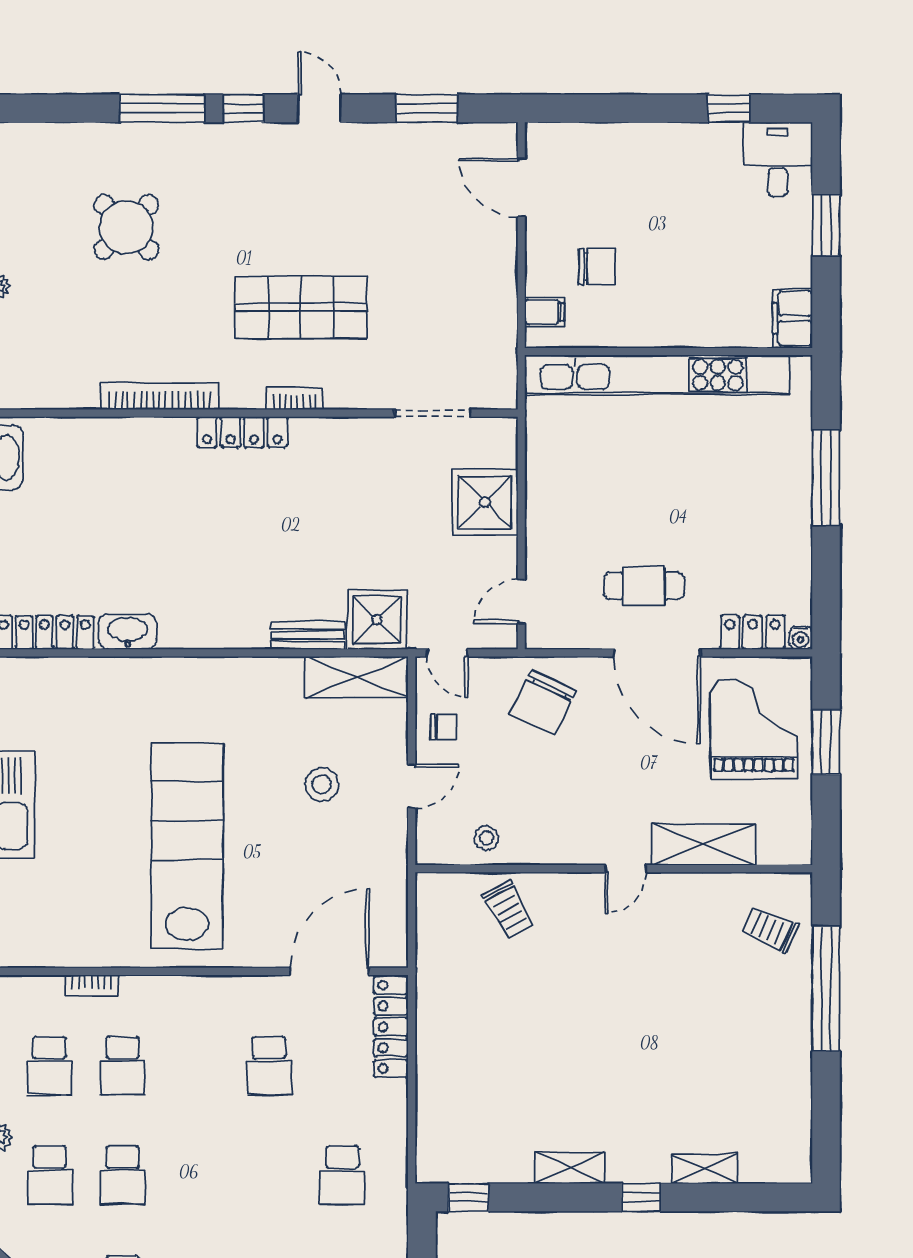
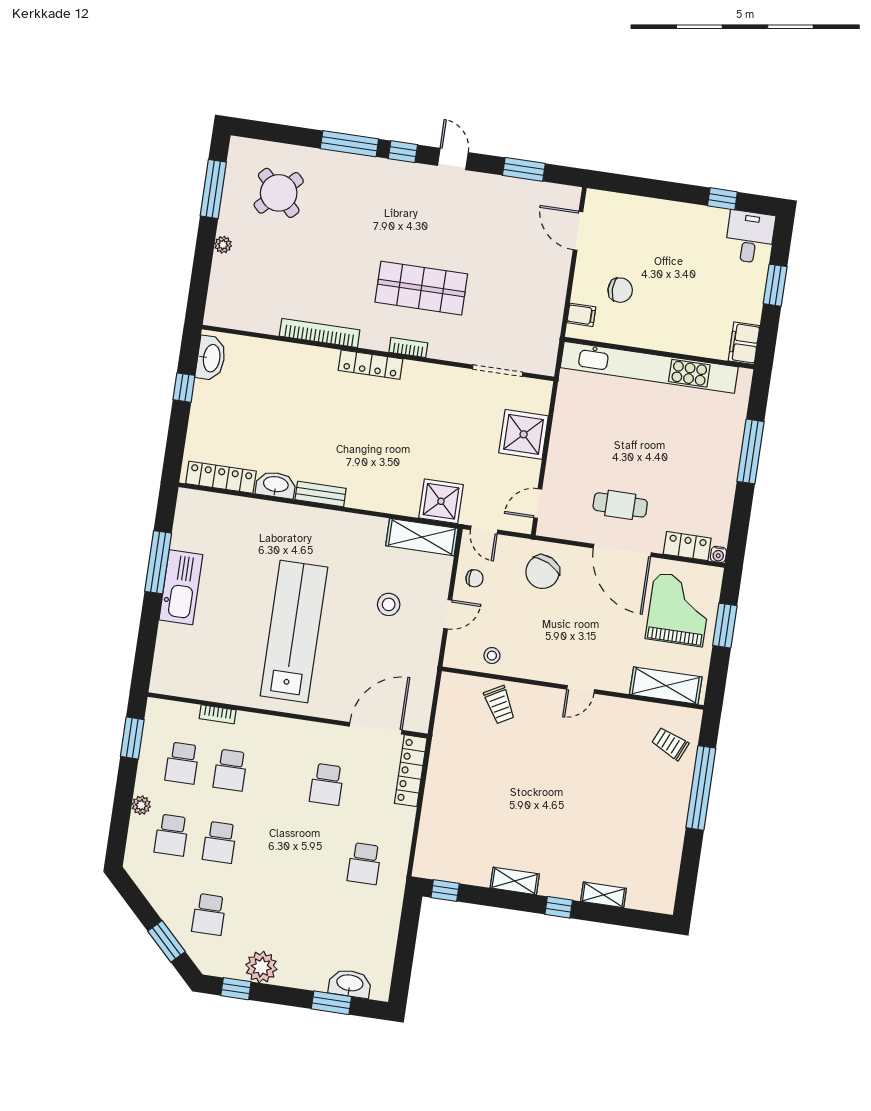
round table: (126, 227) -> (279, 193), moved
bench: (308, 635) -> (321, 494), moved
shelving: (704, 844) -> (666, 686), moved

